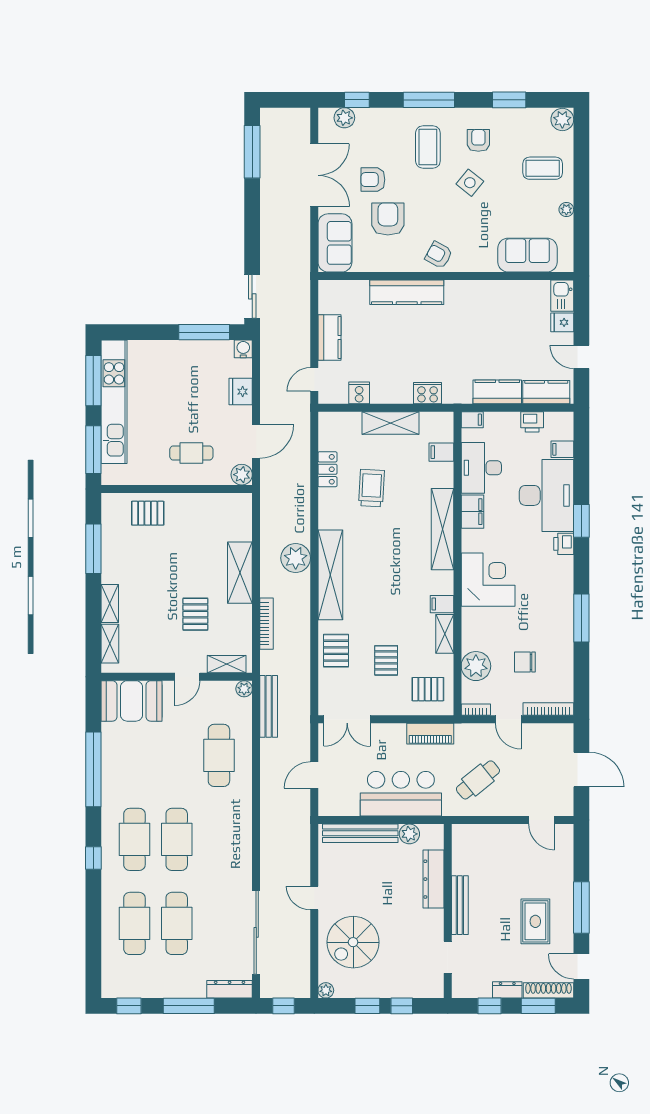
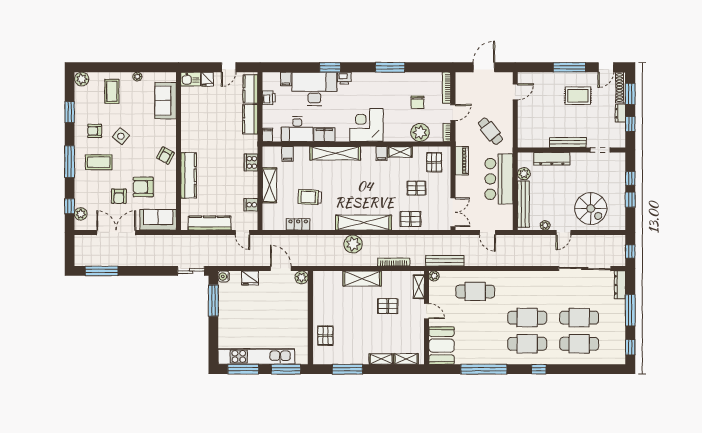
kitchen counter: (329, 338) -> (210, 223), width x1.50
cafe table: (191, 453) -> (288, 309), removed
plant: (326, 990) -> (545, 225), moved

